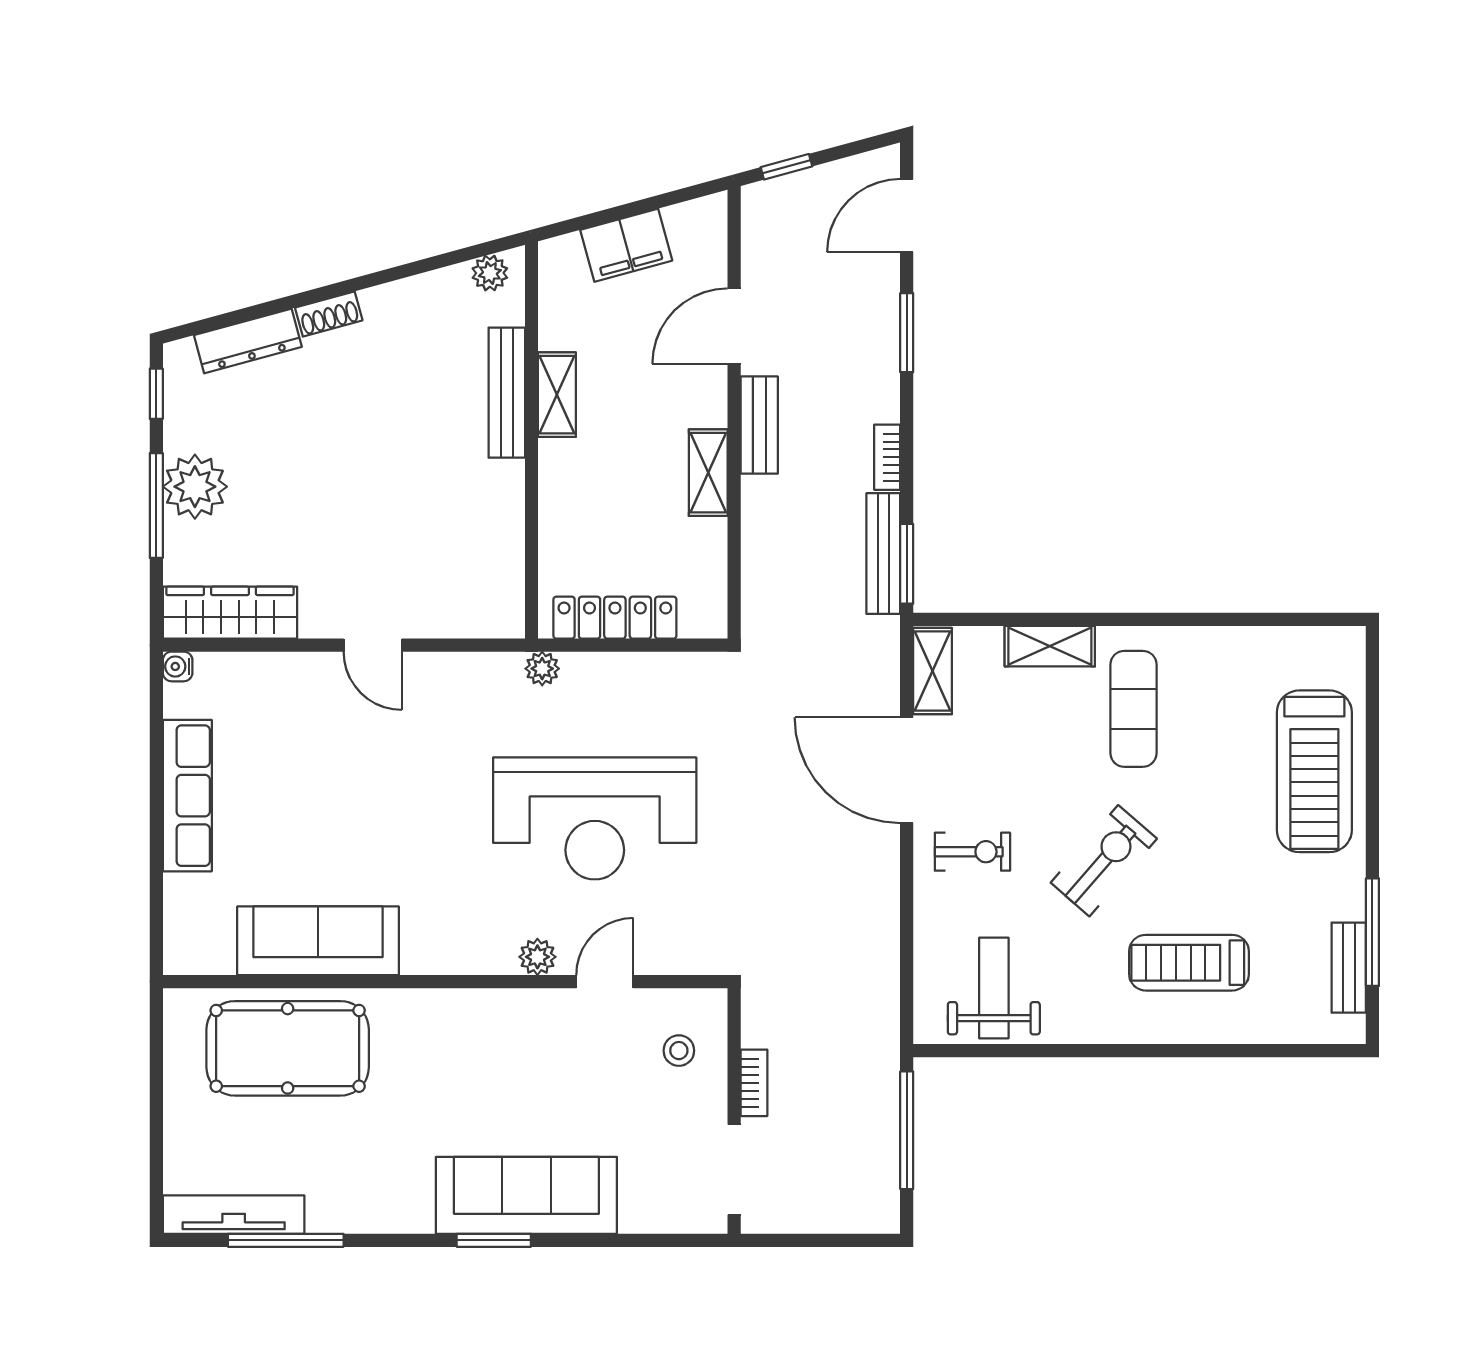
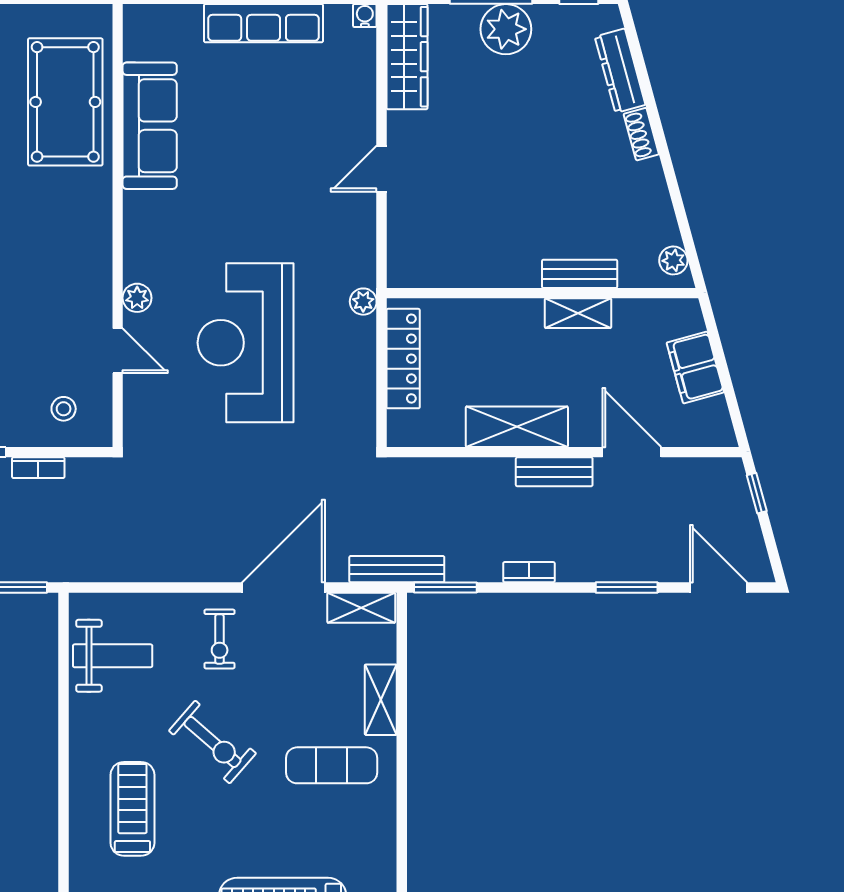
bench: (507, 393) -> (580, 274), width x0.73
shelving: (708, 473) -> (517, 427), width x1.50, depth x1.33
bench: (883, 554) -> (397, 569), moved

